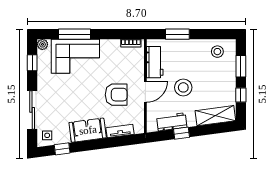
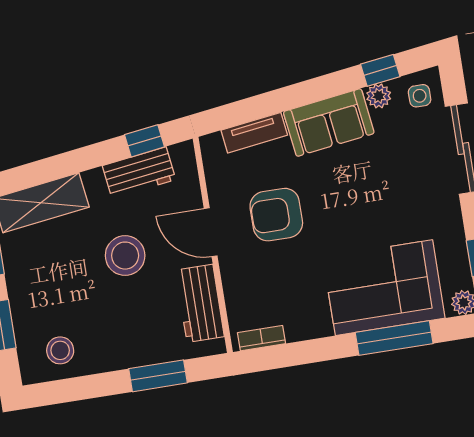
door: (145, 92) -> (211, 232), hinge flipped
window: (181, 133) -> (145, 141), moved
plant: (65, 138) -> (379, 96), added

